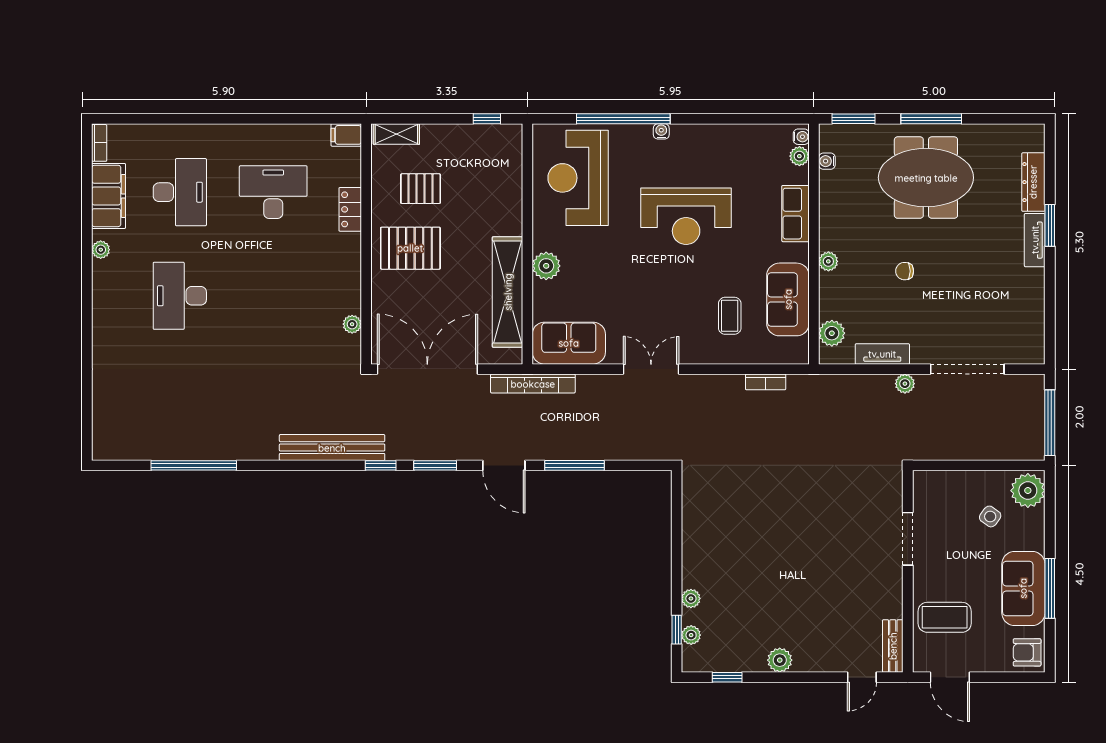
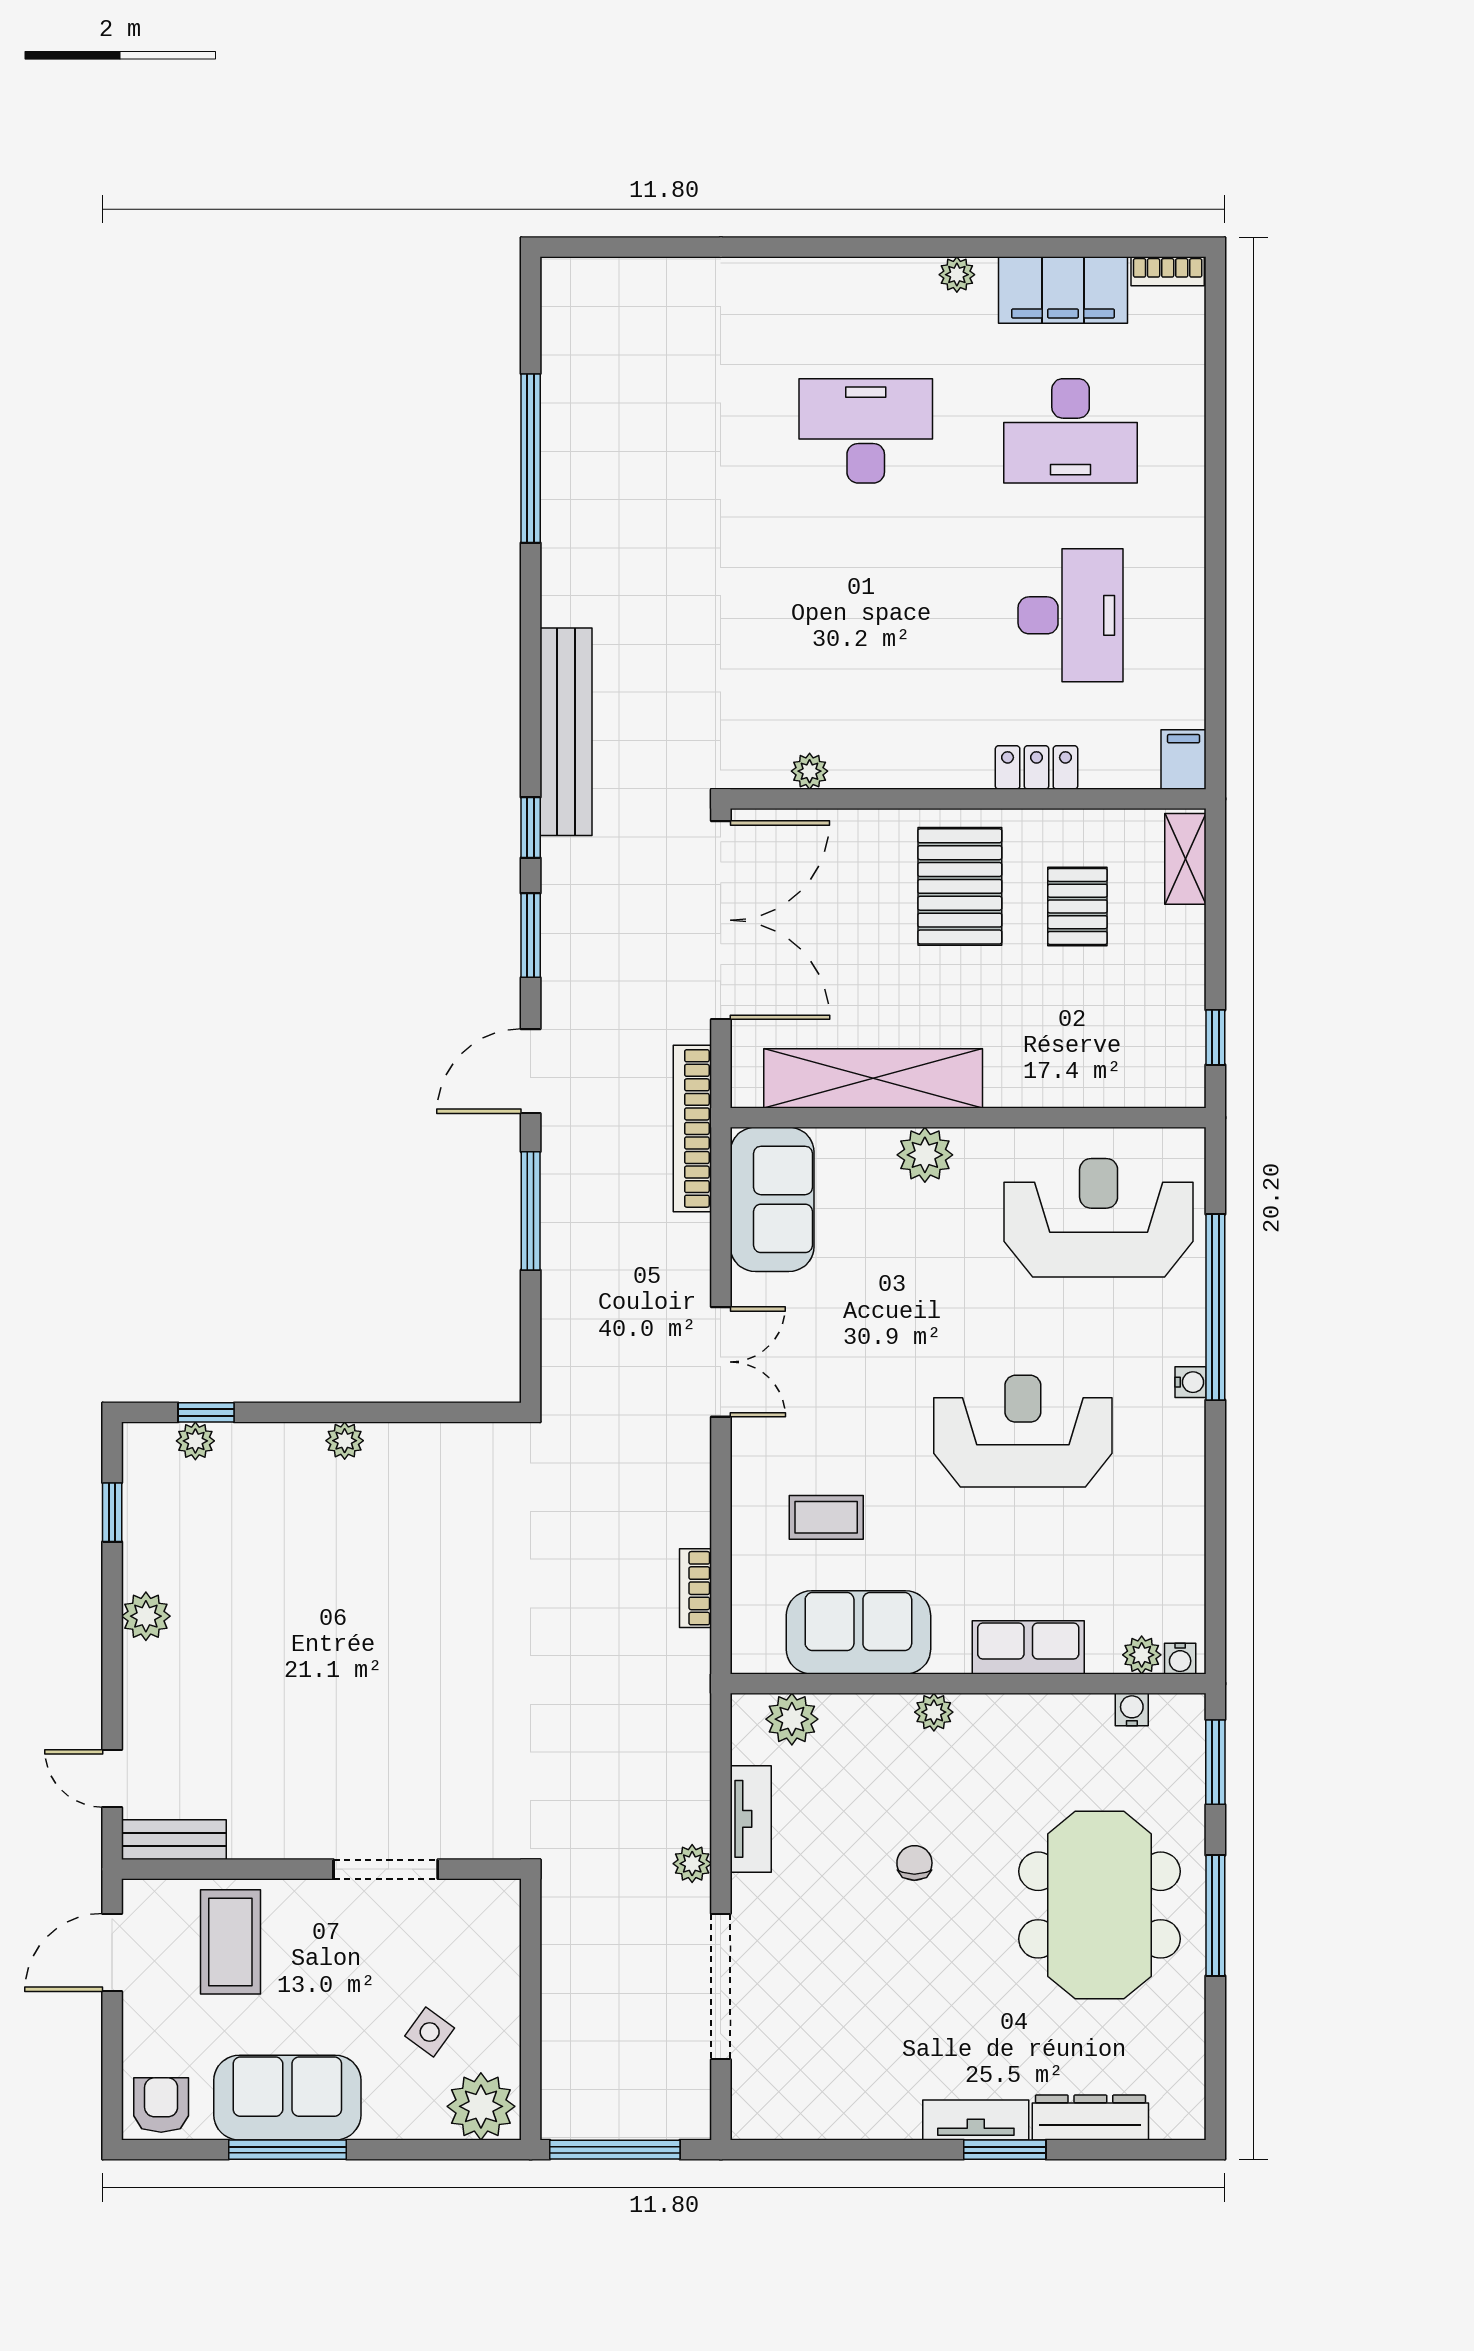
reception desk: (686, 216) -> (1023, 1431), turned 90
plant: (691, 598) -> (345, 1441), moved

